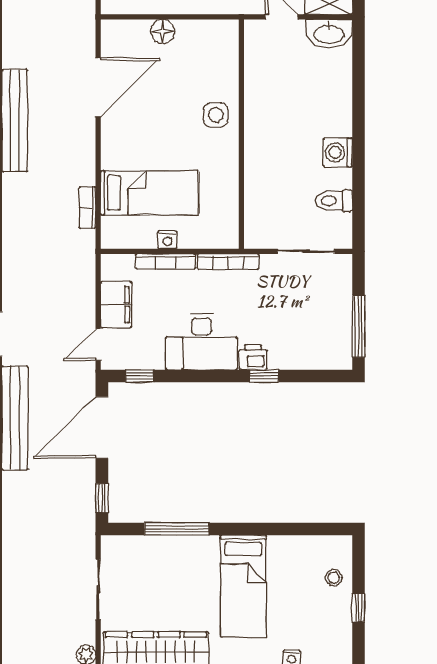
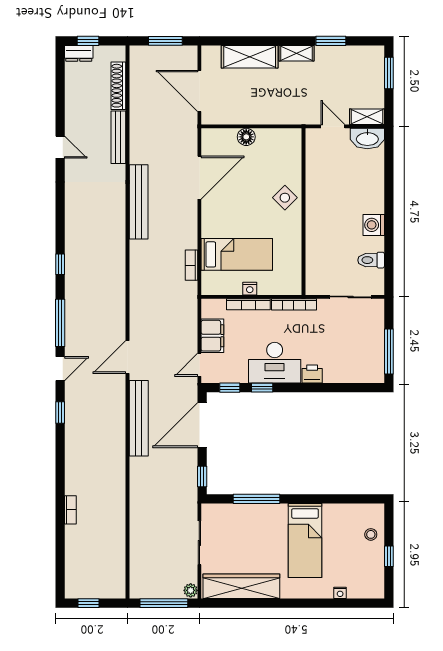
side table: (216, 115) -> (285, 198), turned 45
window: (264, 376) -> (262, 388), moved

